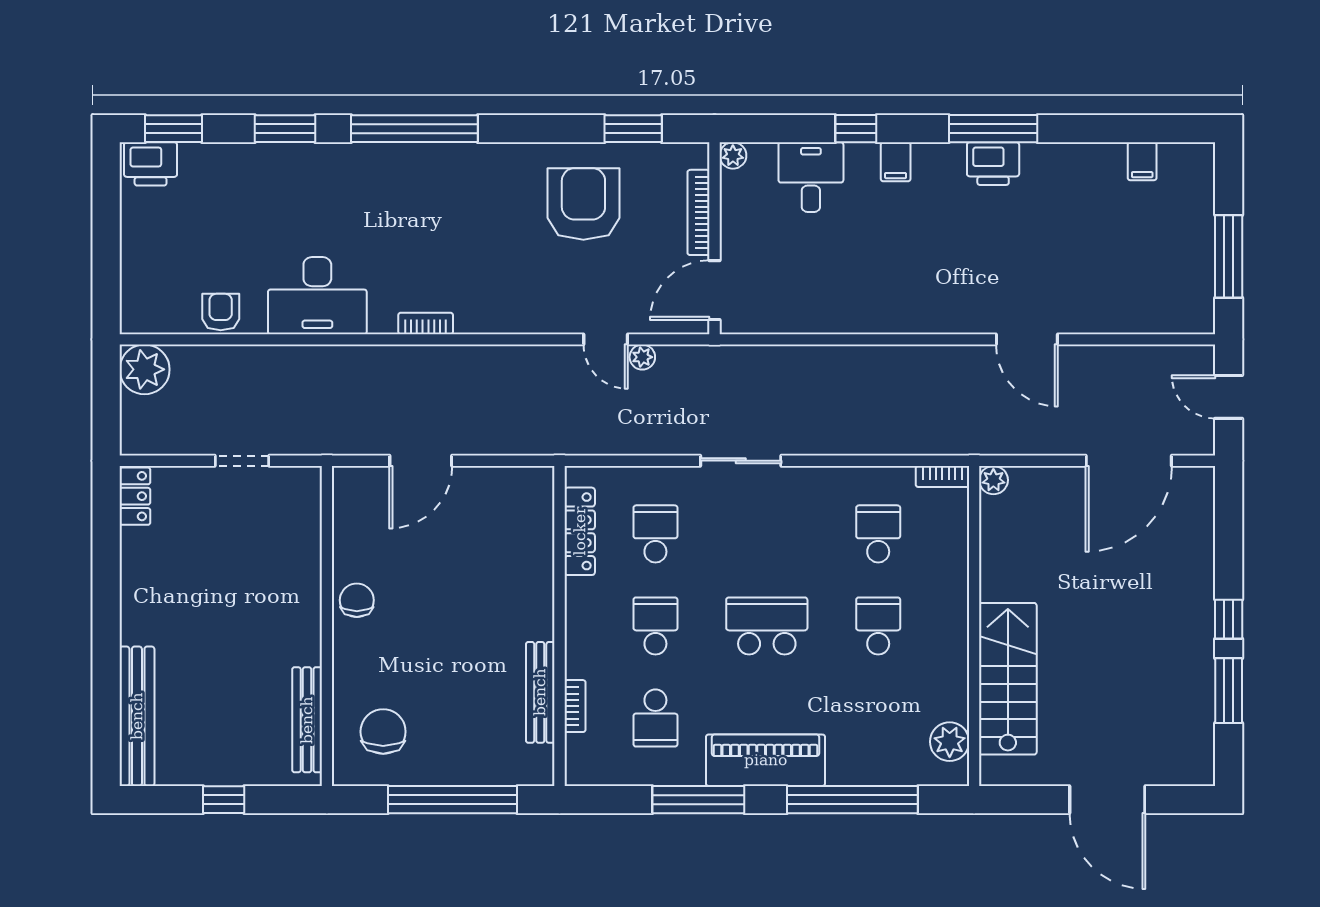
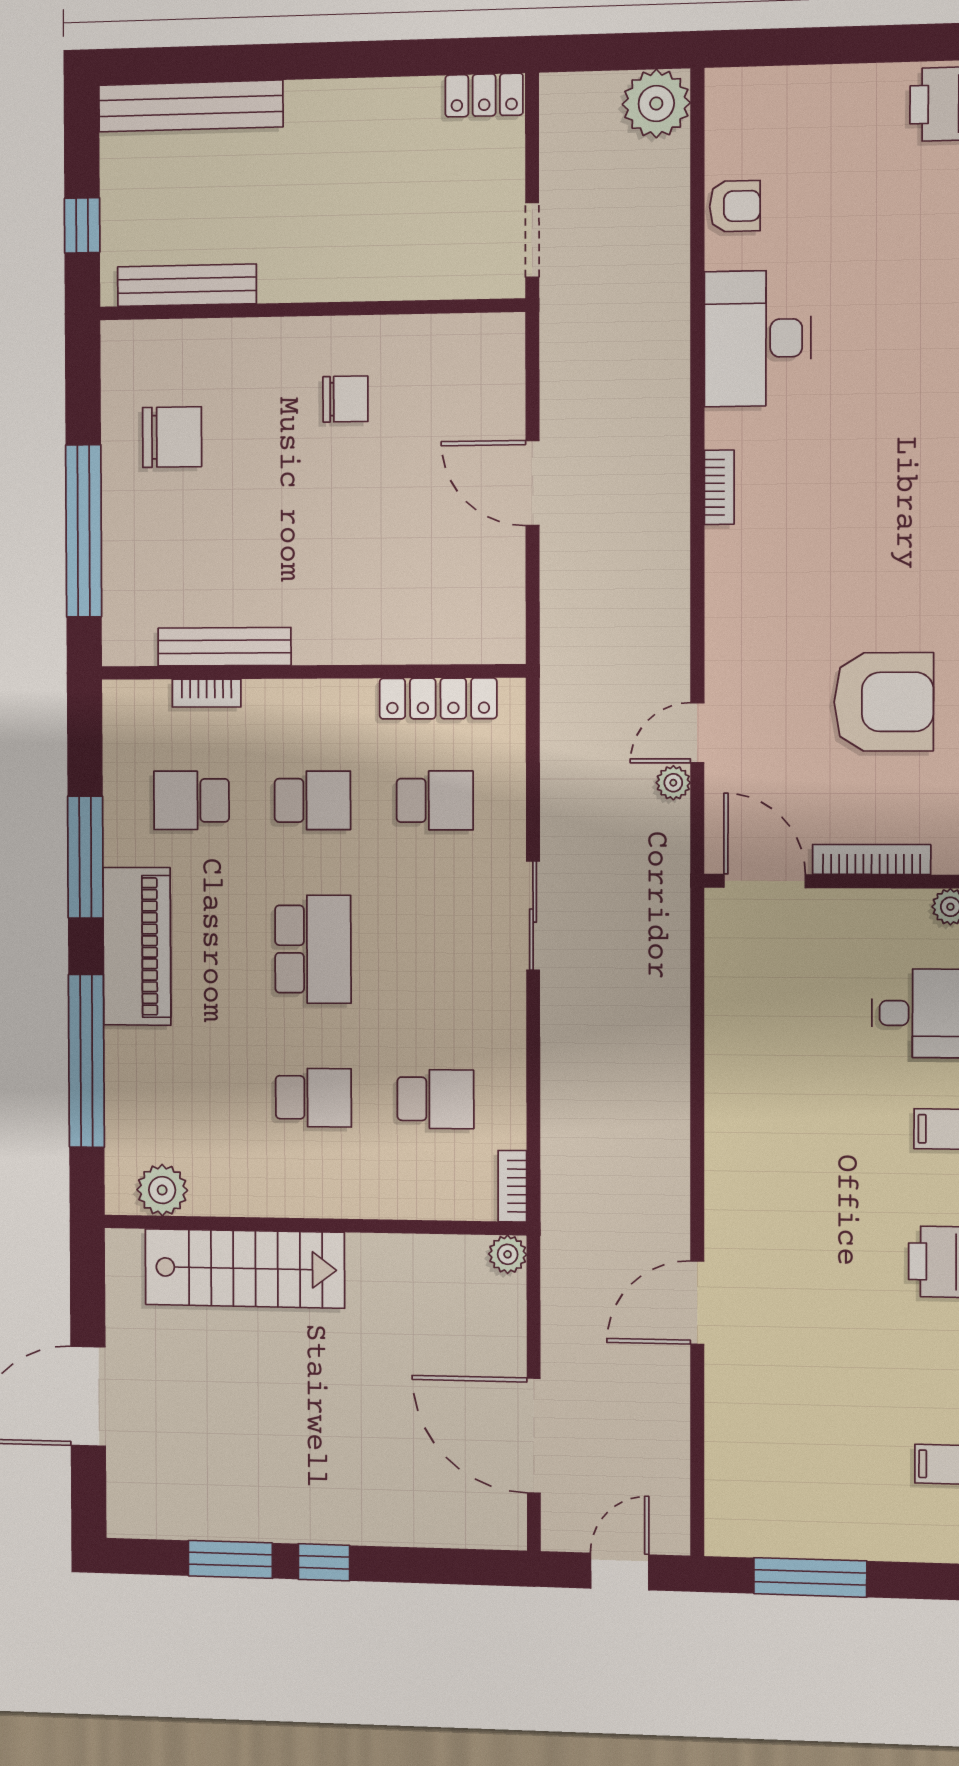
wall: (327, 626) -> (311, 309), moved
bench: (307, 720) -> (187, 285), moved

